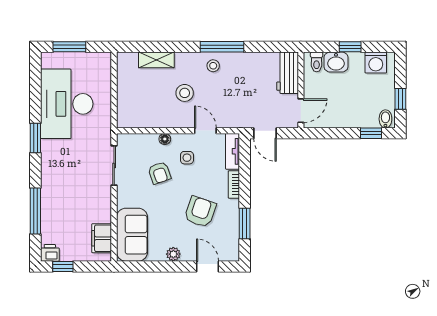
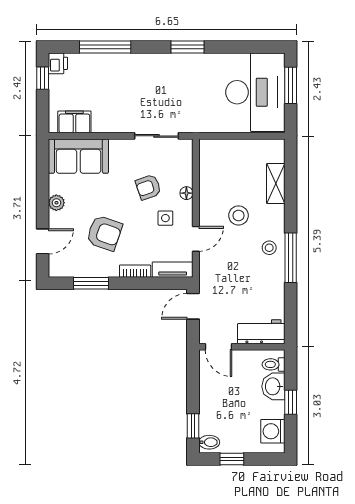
desk: (67, 104) -> (255, 92), moved, turned 90

